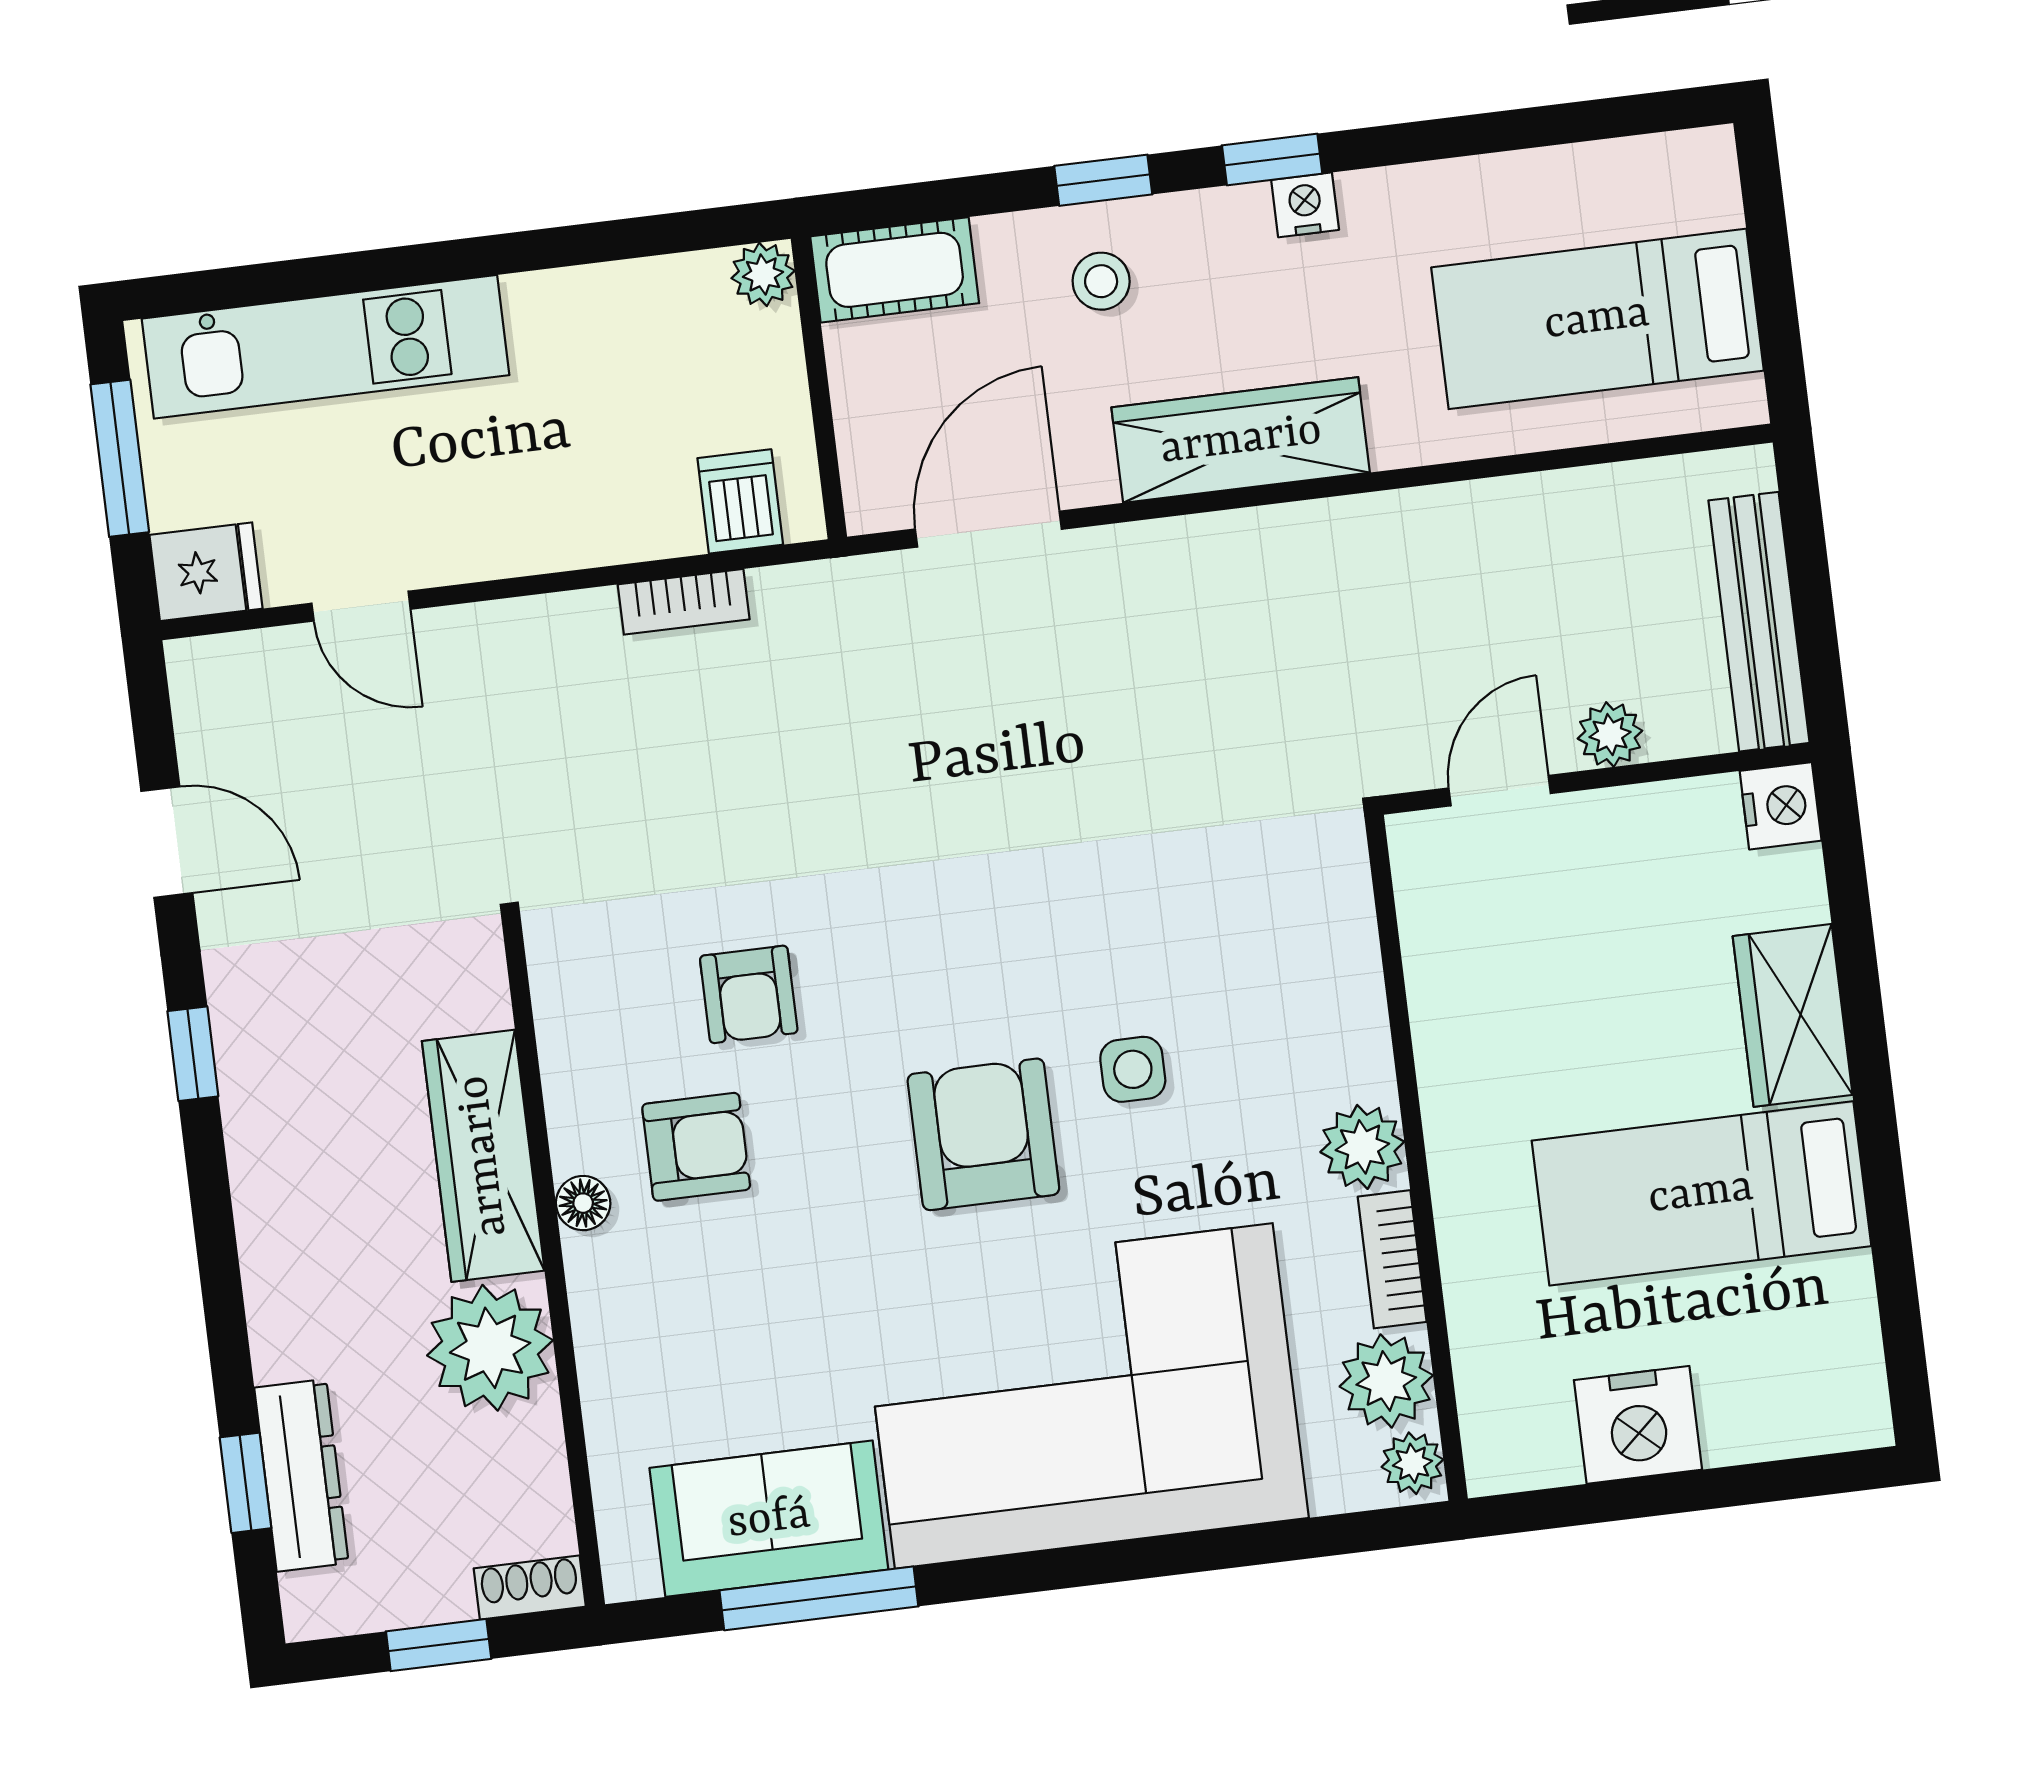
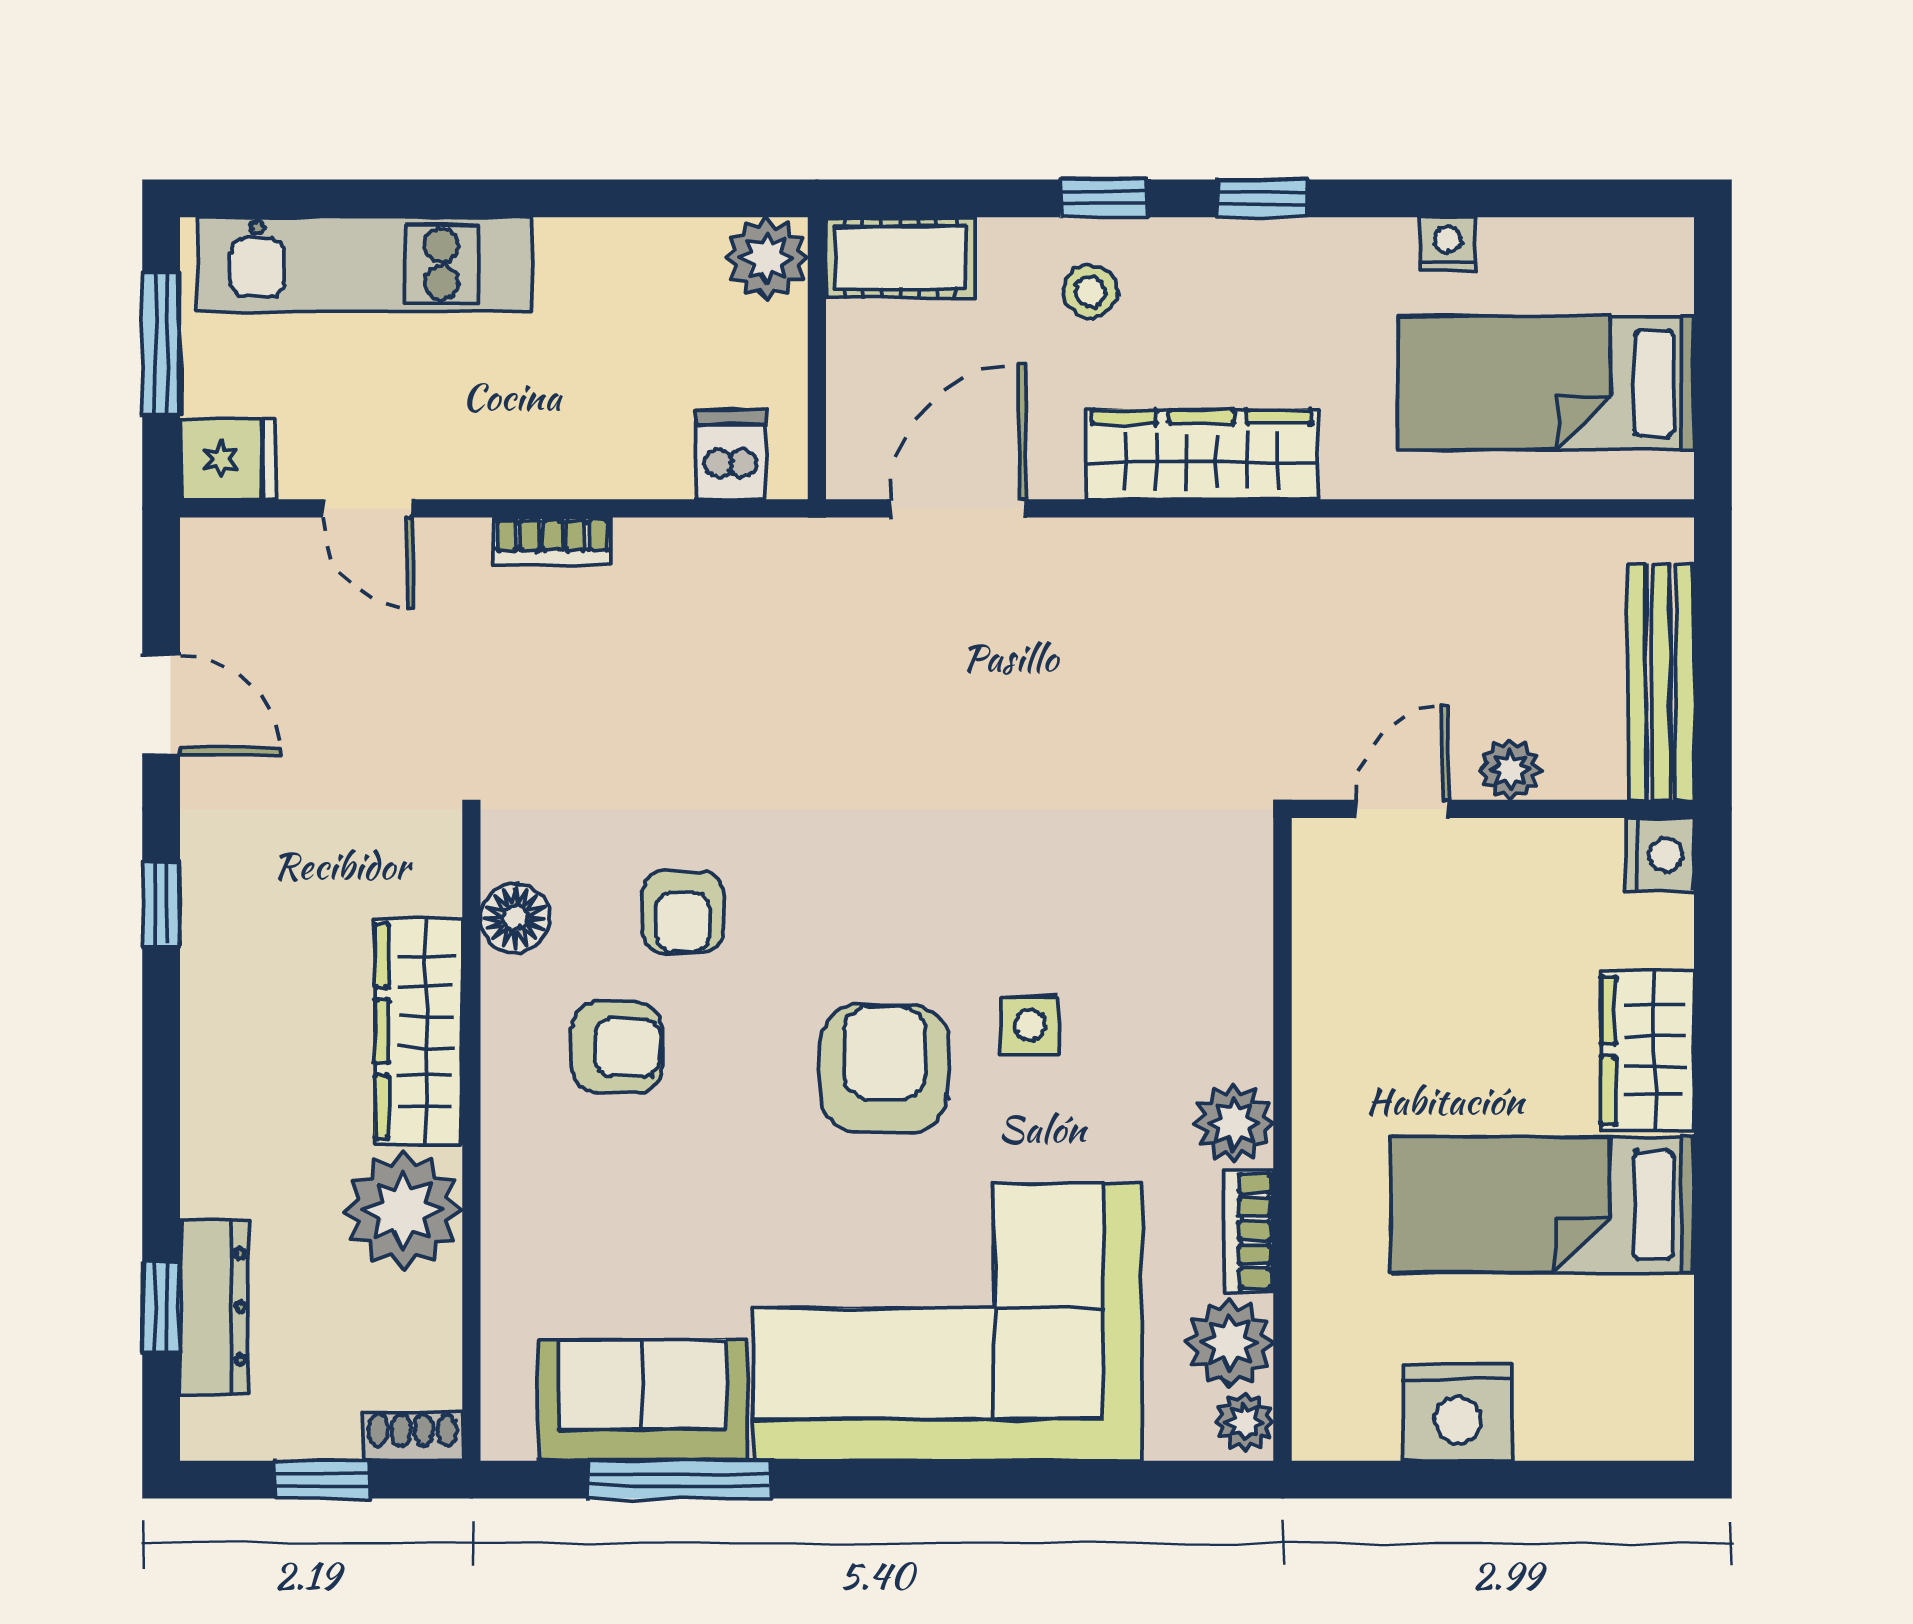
nightstand: (1305, 205) -> (1447, 244), moved
plant: (763, 274) -> (767, 258), width x1.38, depth x1.38
bookcase: (684, 602) -> (553, 541), moved
floor lamp: (583, 1203) -> (515, 918), moved, width x1.37, depth x1.37

